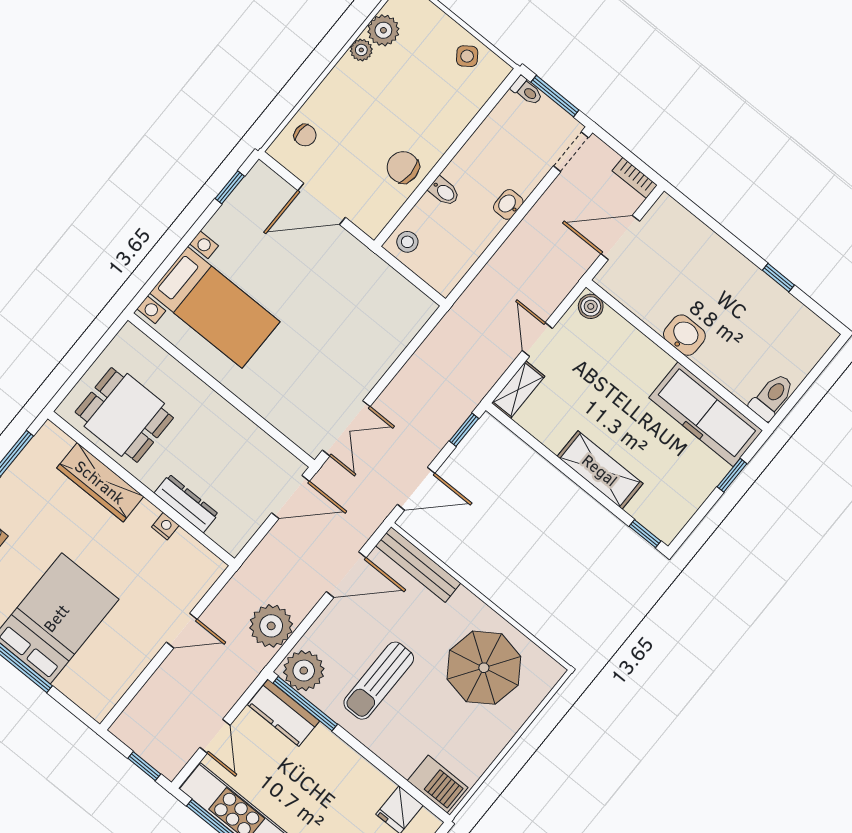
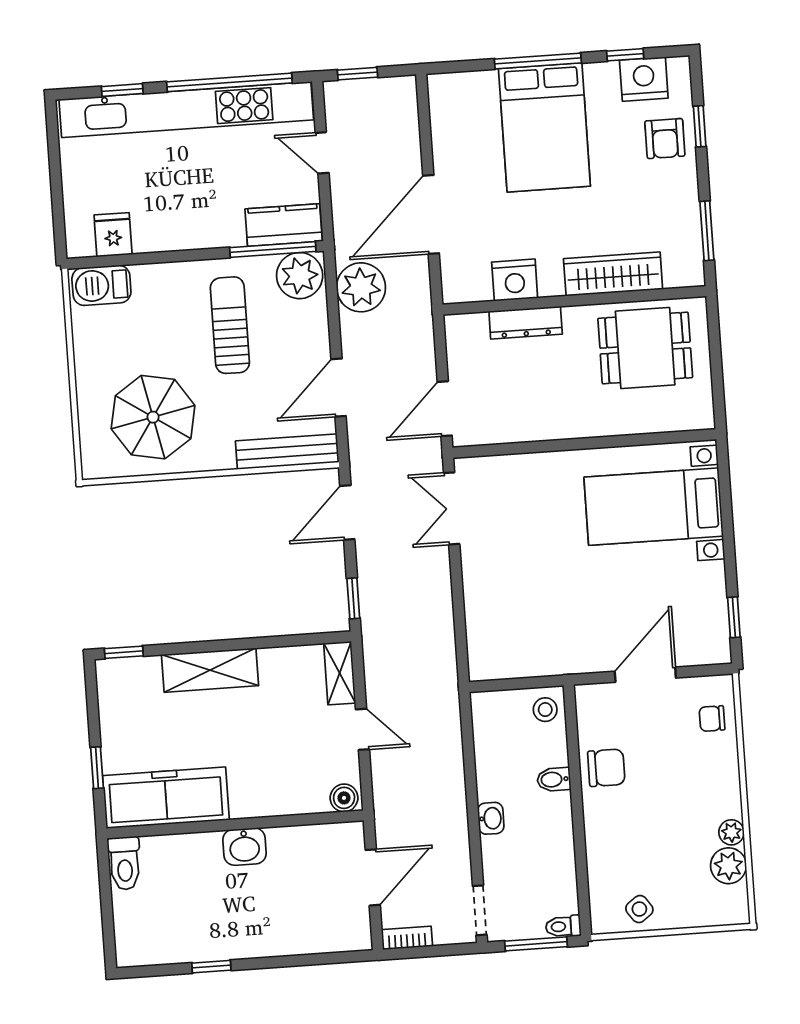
nightstand: (165, 526) -> (515, 280), width x1.89, depth x1.79
door: (182, 631) -> (431, 214), width x1.88

